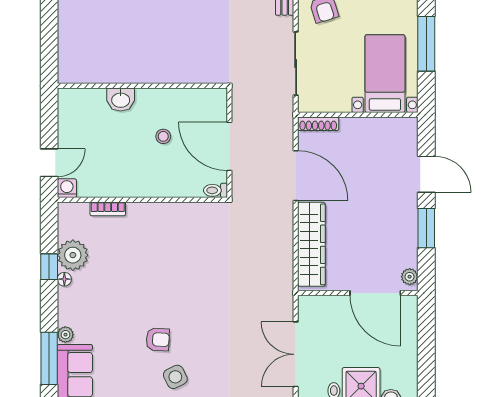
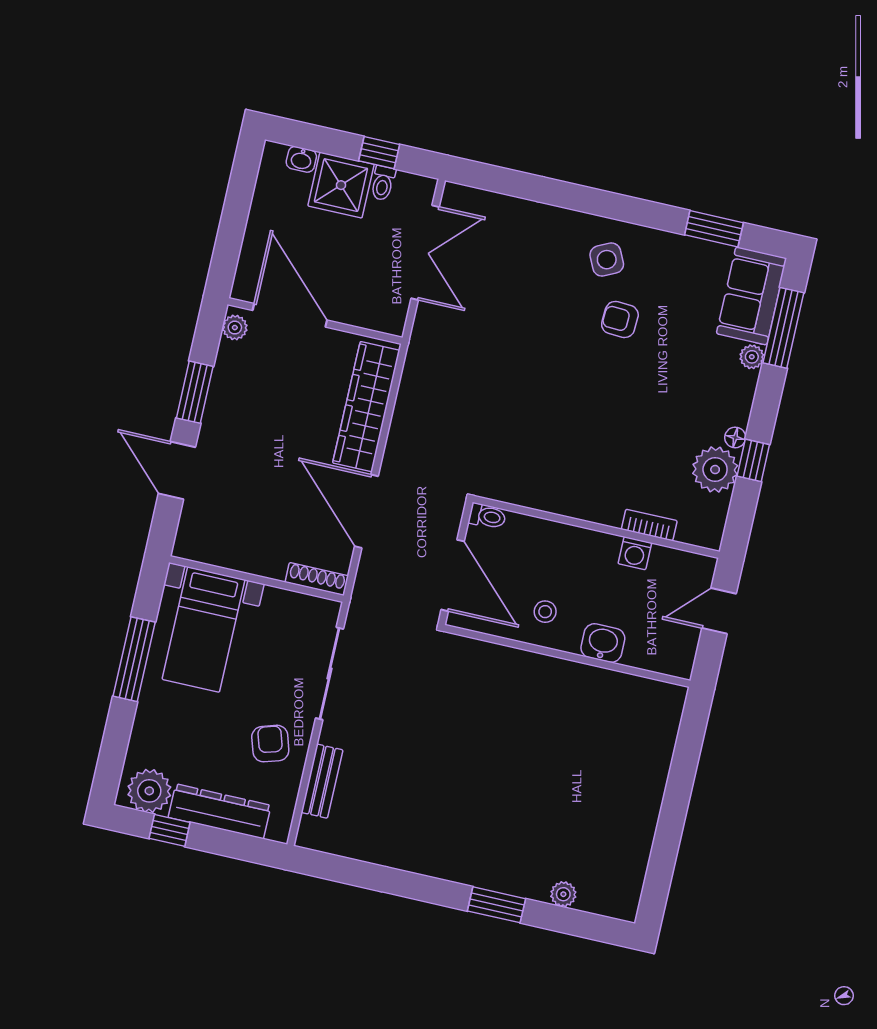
wall: (142, 86) -> (567, 656), moved
washbasin: (121, 99) -> (603, 643), moved
washing machine: (67, 188) -> (635, 553), moved

